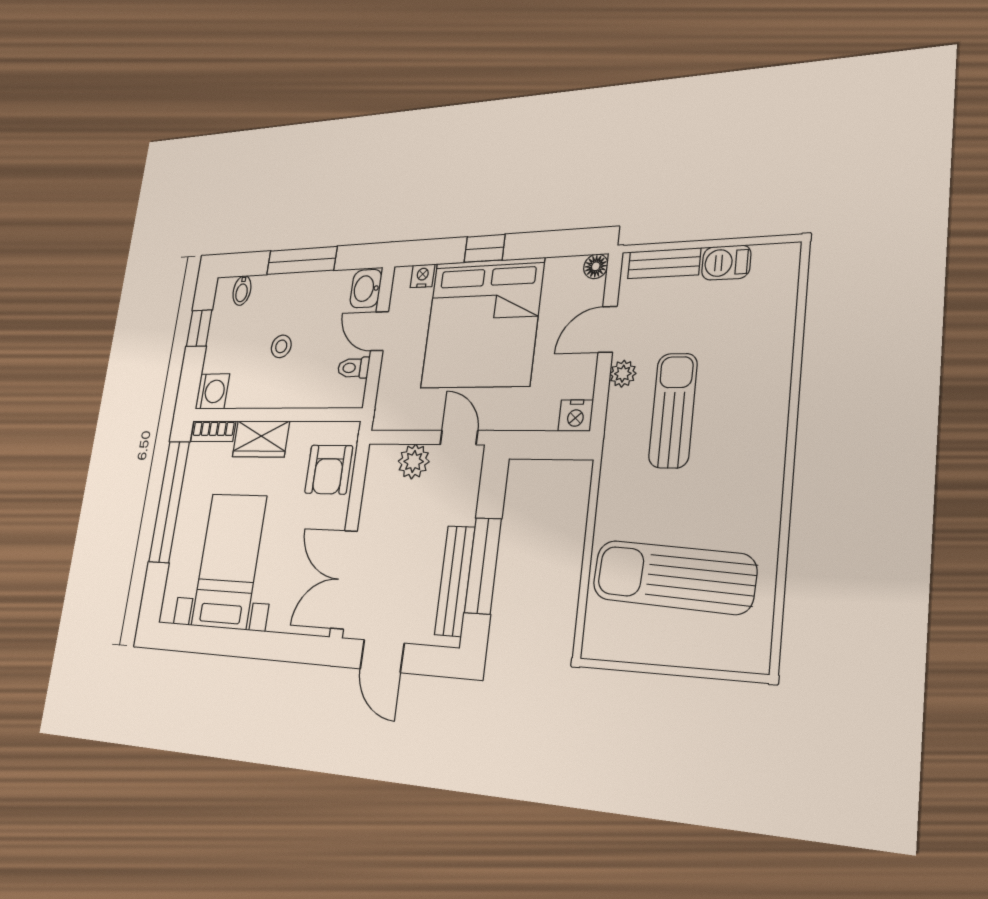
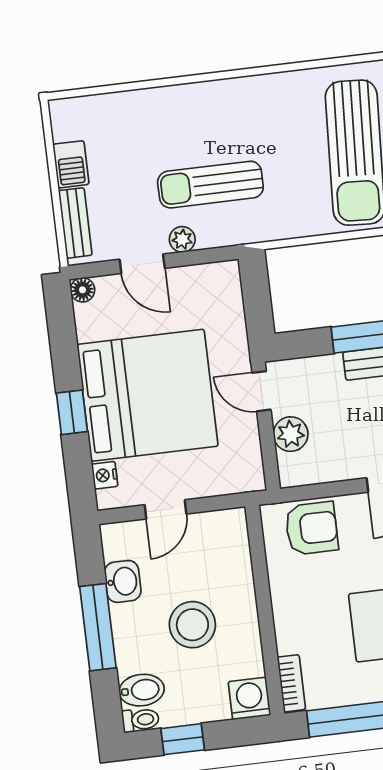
washbasin: (366, 289) -> (123, 581), moved, turned -90
bidet: (242, 290) -> (142, 690), width x1.38, depth x1.36
stool: (281, 346) -> (192, 625), width x1.89, depth x1.89
toilet: (353, 368) -> (141, 720), moved, turned -90
nightstand: (576, 416) -> (226, 276), removed
door: (459, 438) -> (261, 391), hinge flipped
wardrobe: (261, 439) -> (292, 620), removed

